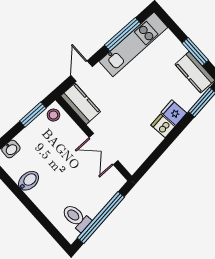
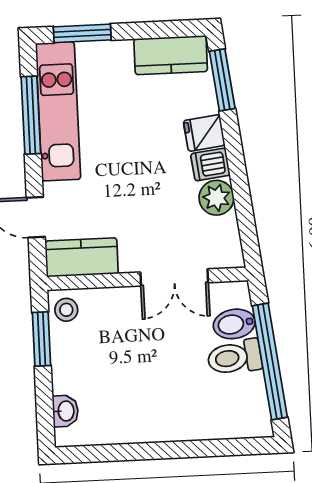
window: (195, 52) -> (82, 33), moved
plant: (151, 140) -> (216, 198), added
bidet: (29, 181) -> (234, 324), moved, turned -97
toilet: (76, 218) -> (234, 357), moved

